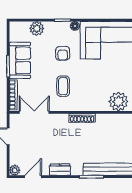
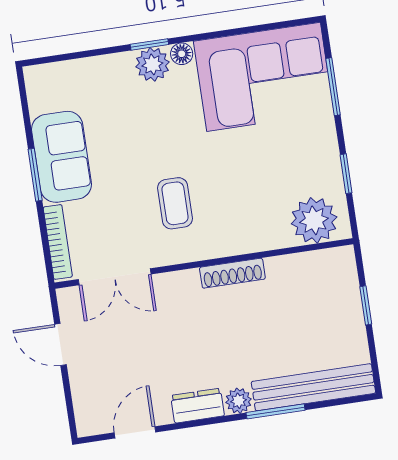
plant: (37, 28) -> (152, 64), moved
armchair: (63, 53) -> (162, 124), removed
double door: (34, 112) -> (115, 277), swing flipped
plant: (15, 170) -> (239, 401), moved

